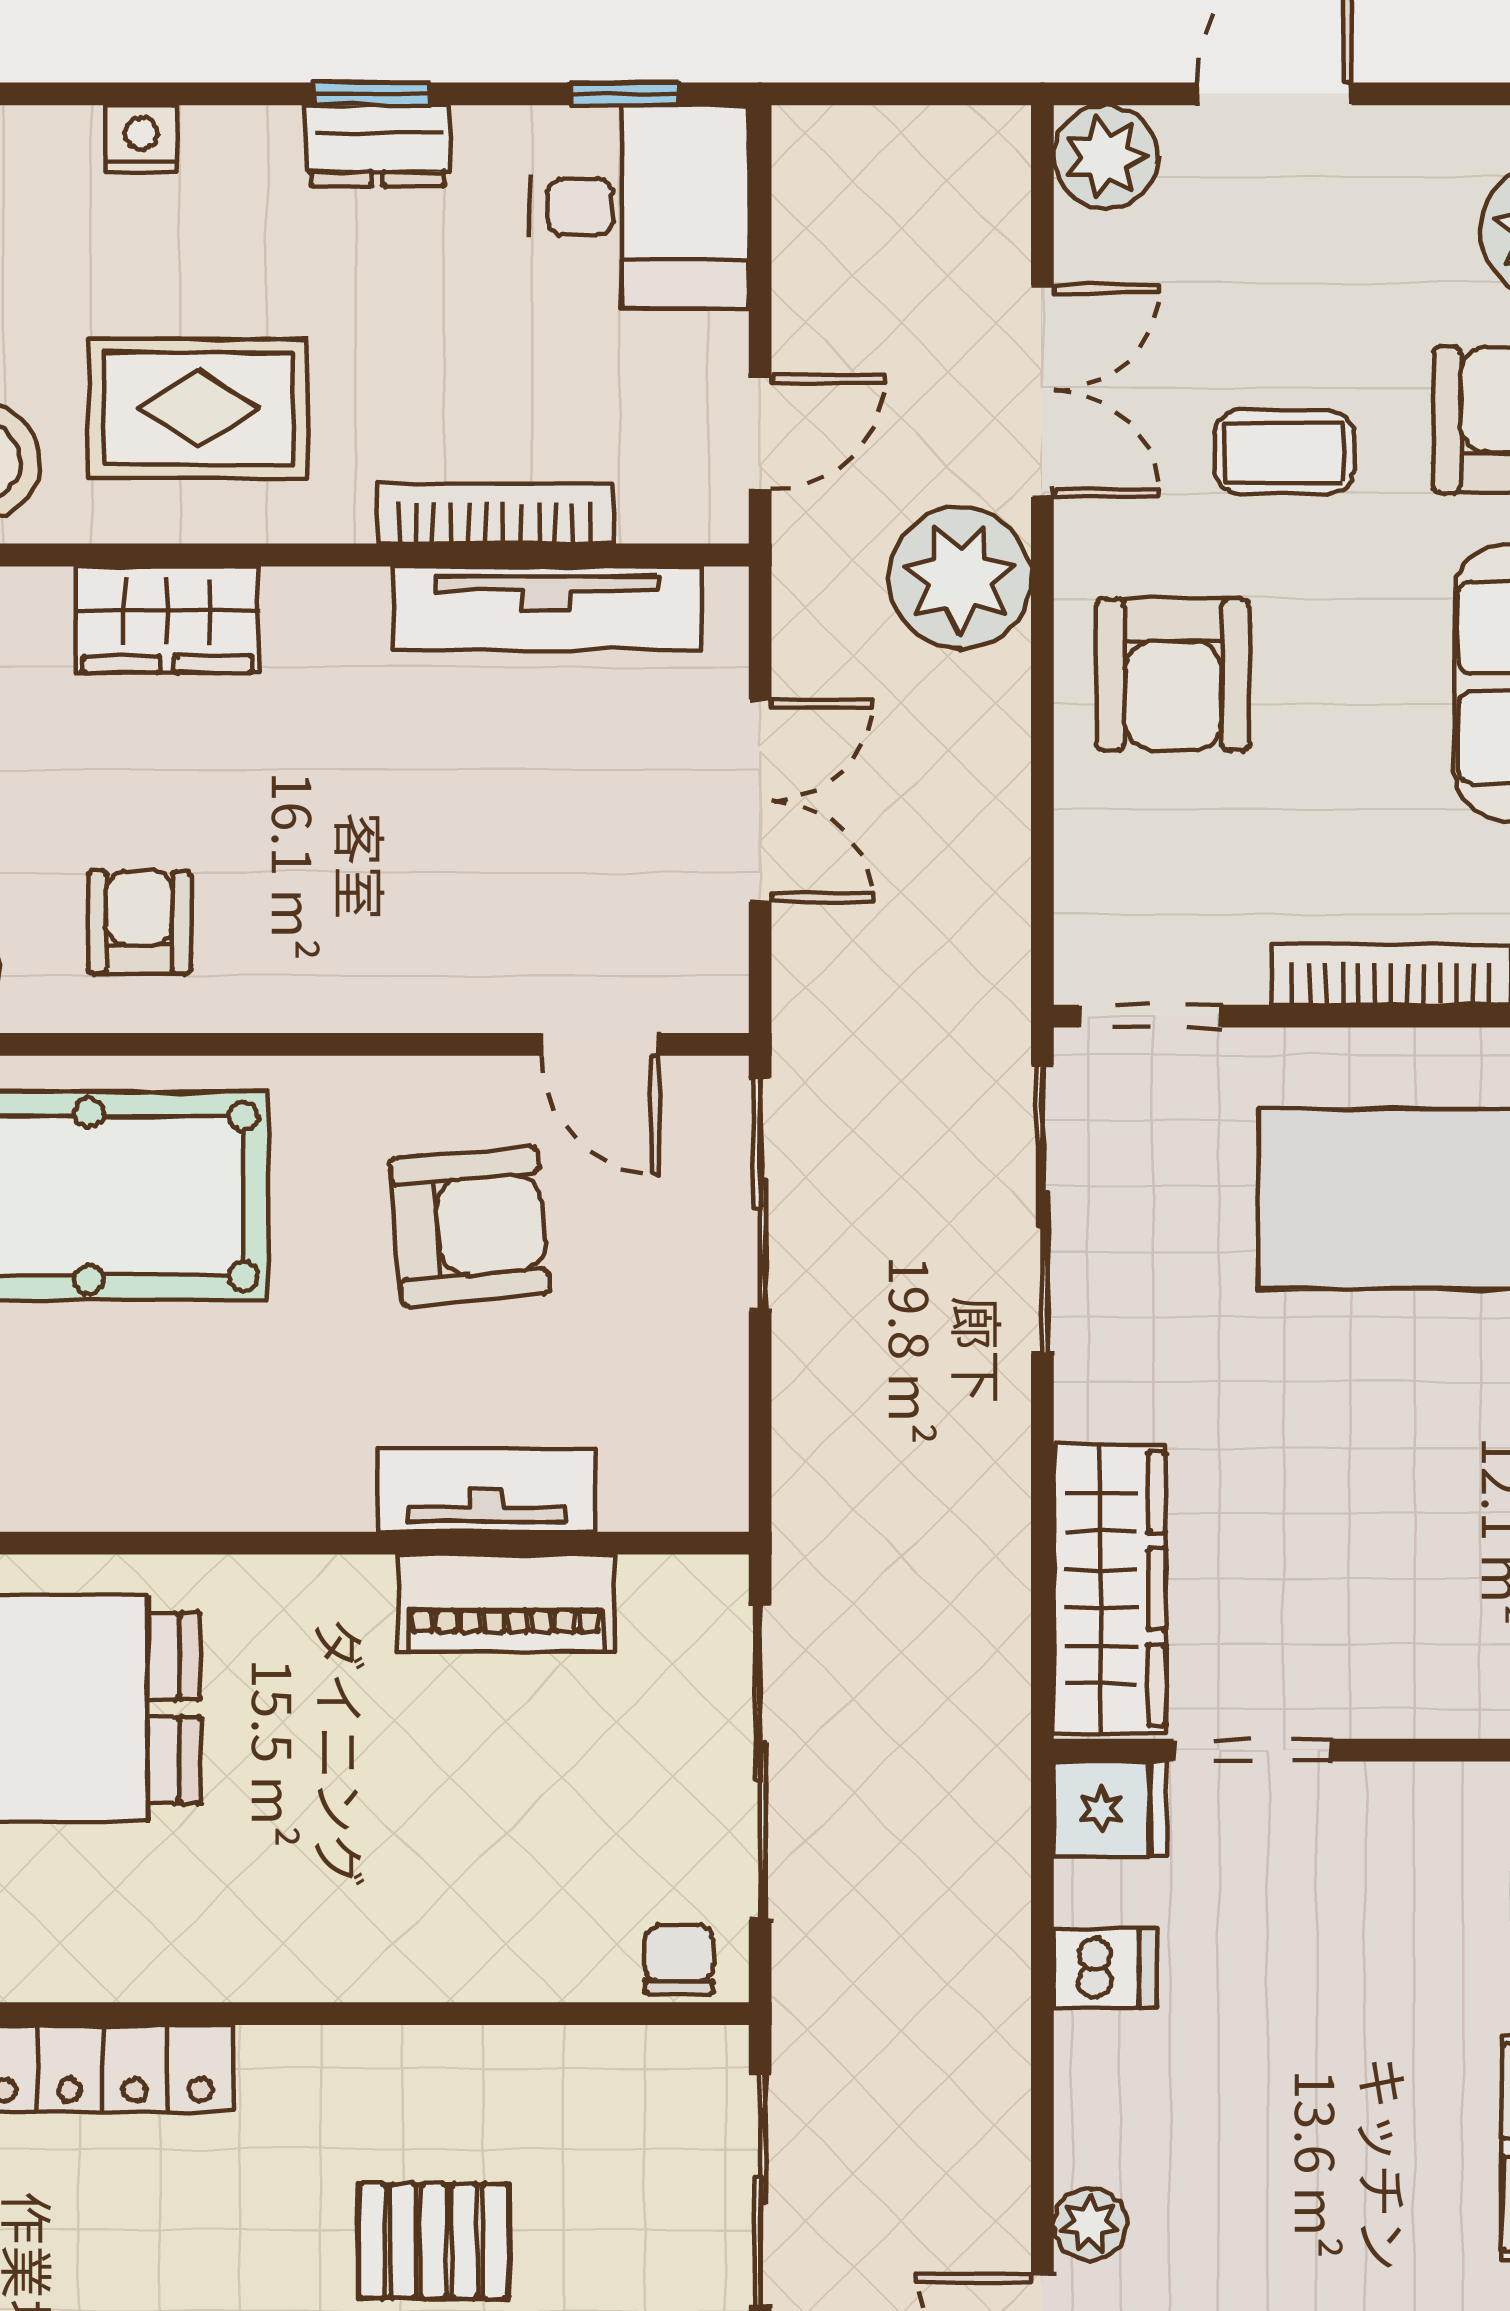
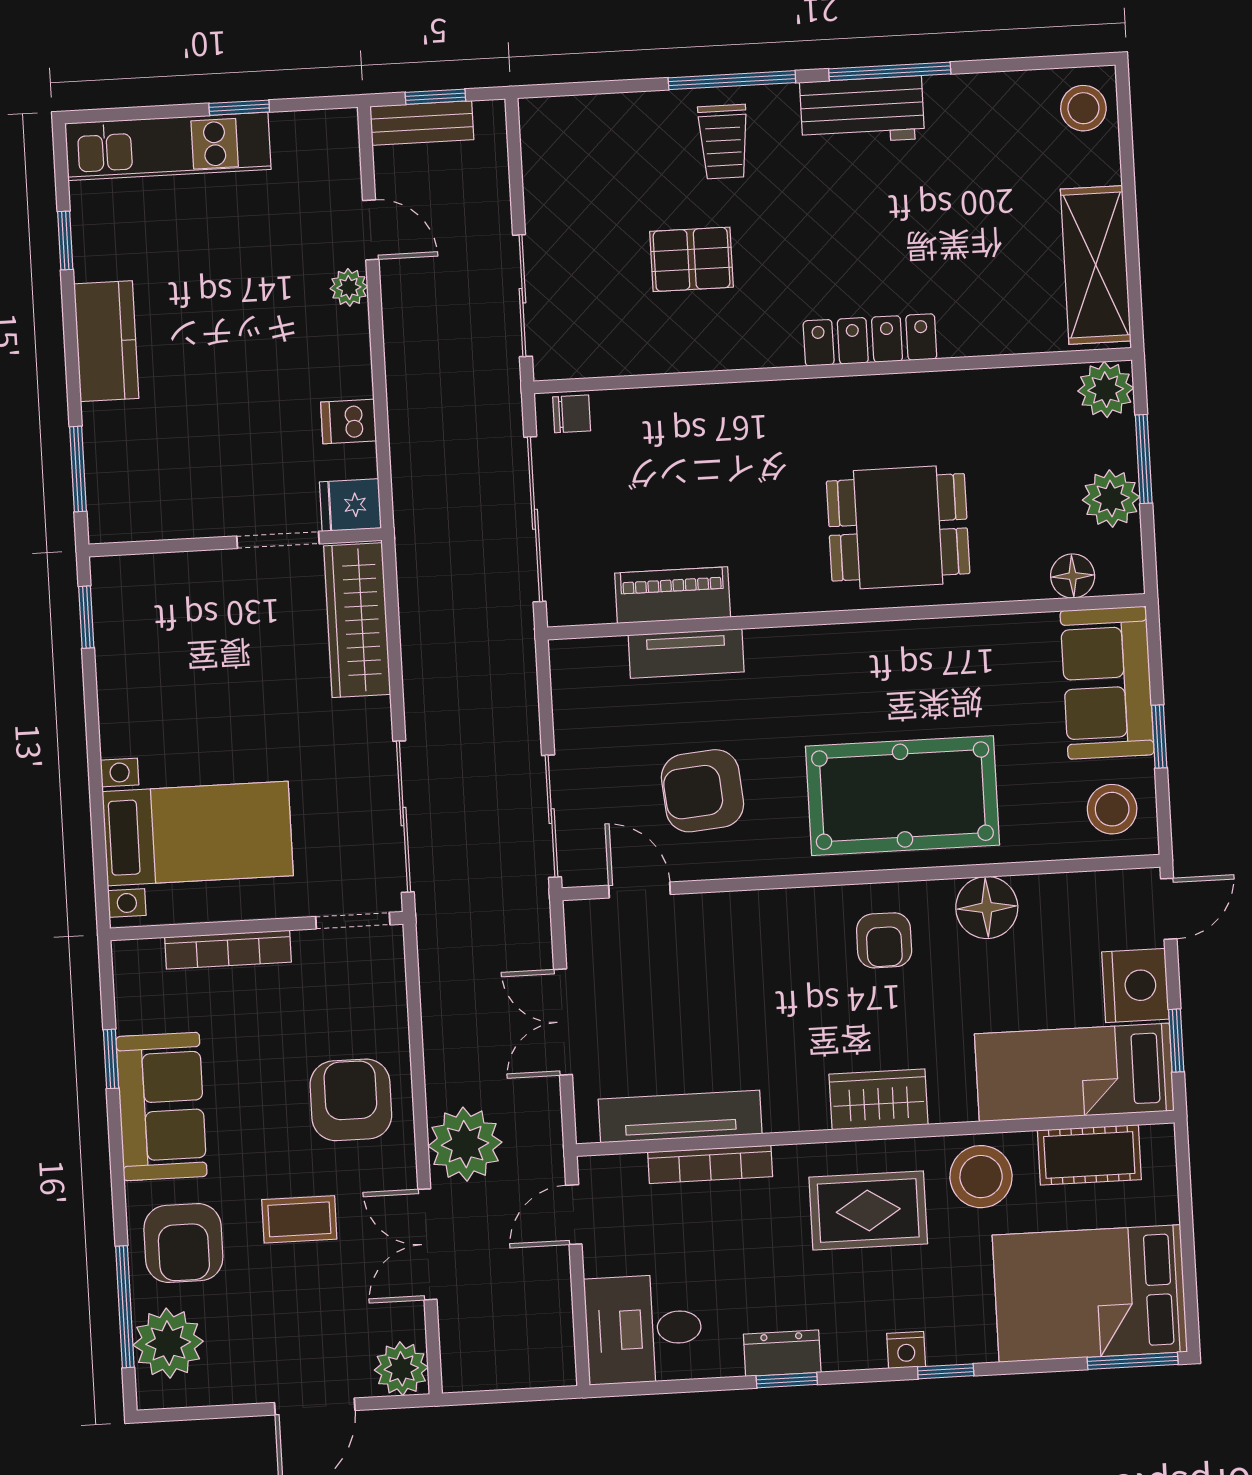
window: (625, 94) -> (946, 1371), moved
chair: (679, 1959) -> (572, 414), turned -90

